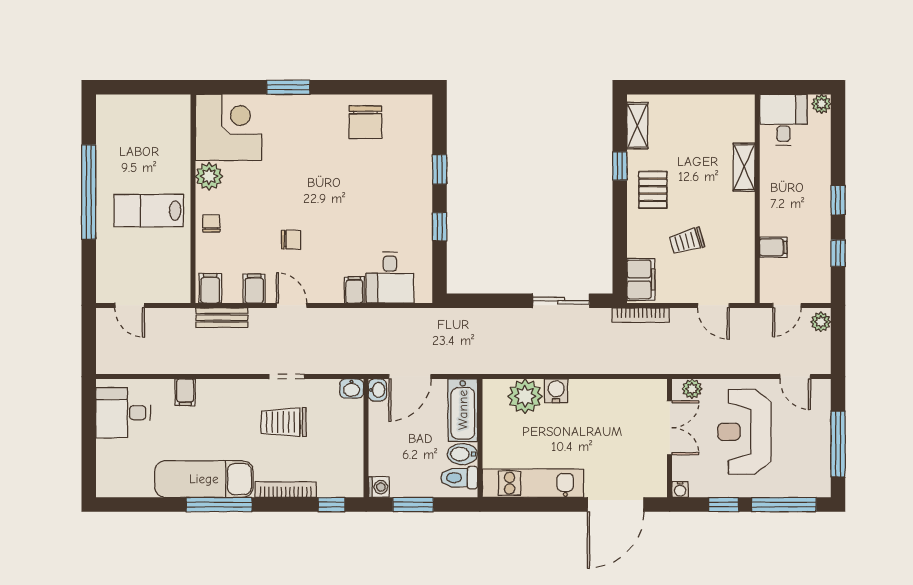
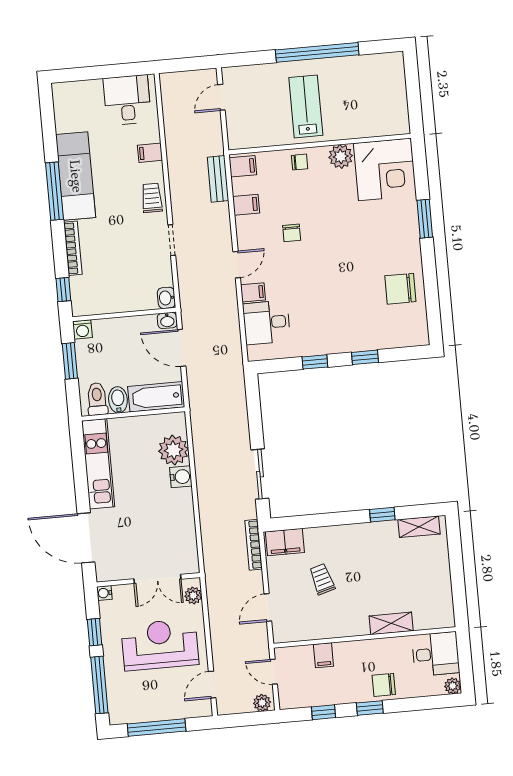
chair: (813, 182) -> (384, 685), added
pallet: (653, 190) -> (364, 545), removed
door: (292, 305) -> (237, 265), moved
trolley: (284, 422) -> (152, 198), moved, width x0.73, depth x0.72

